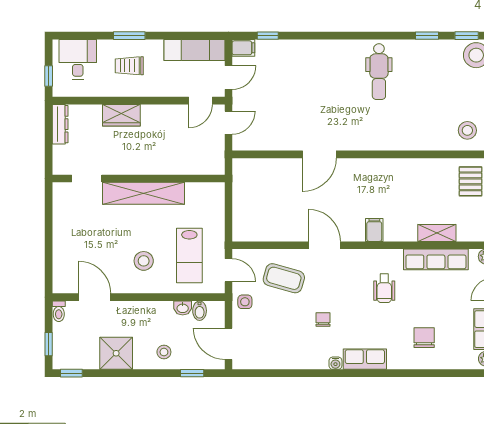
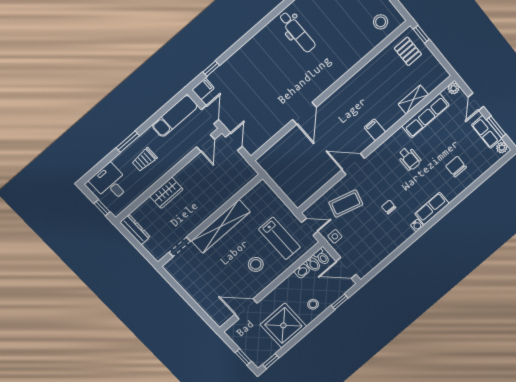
toilet: (59, 311) -> (322, 257), moved
shower: (116, 353) -> (283, 325), width x1.37, depth x1.37

